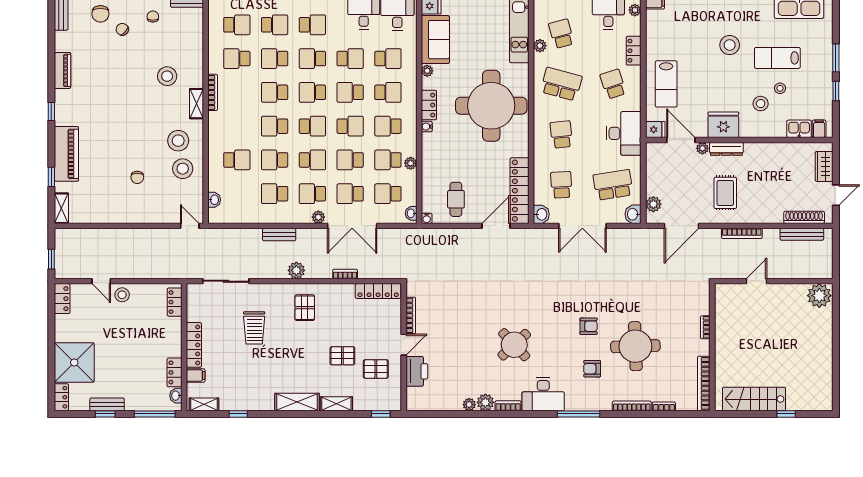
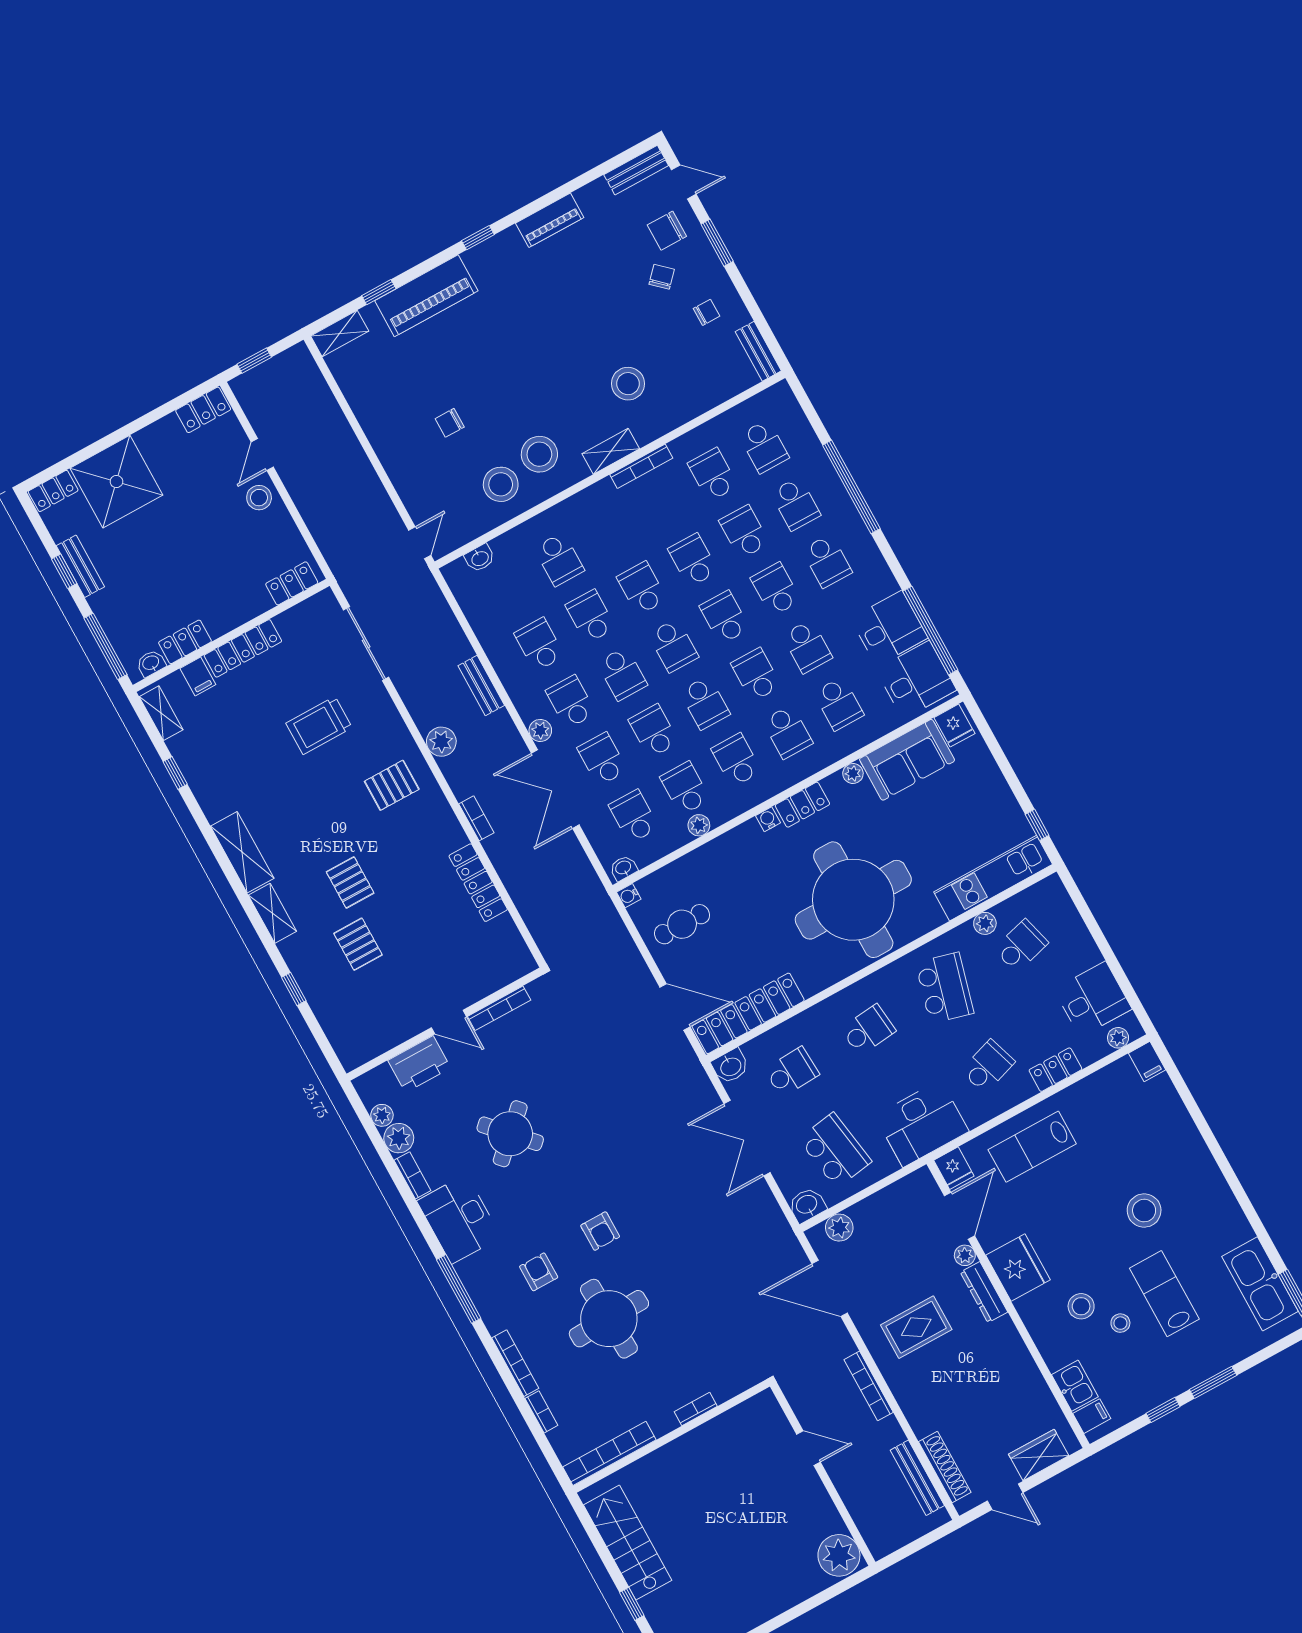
bookcase: (411, 315) -> (499, 1008), moved
door: (404, 345) -> (449, 1022), moved
wall: (404, 347) -> (445, 1024), moved
printer: (417, 371) -> (419, 1064), moved

